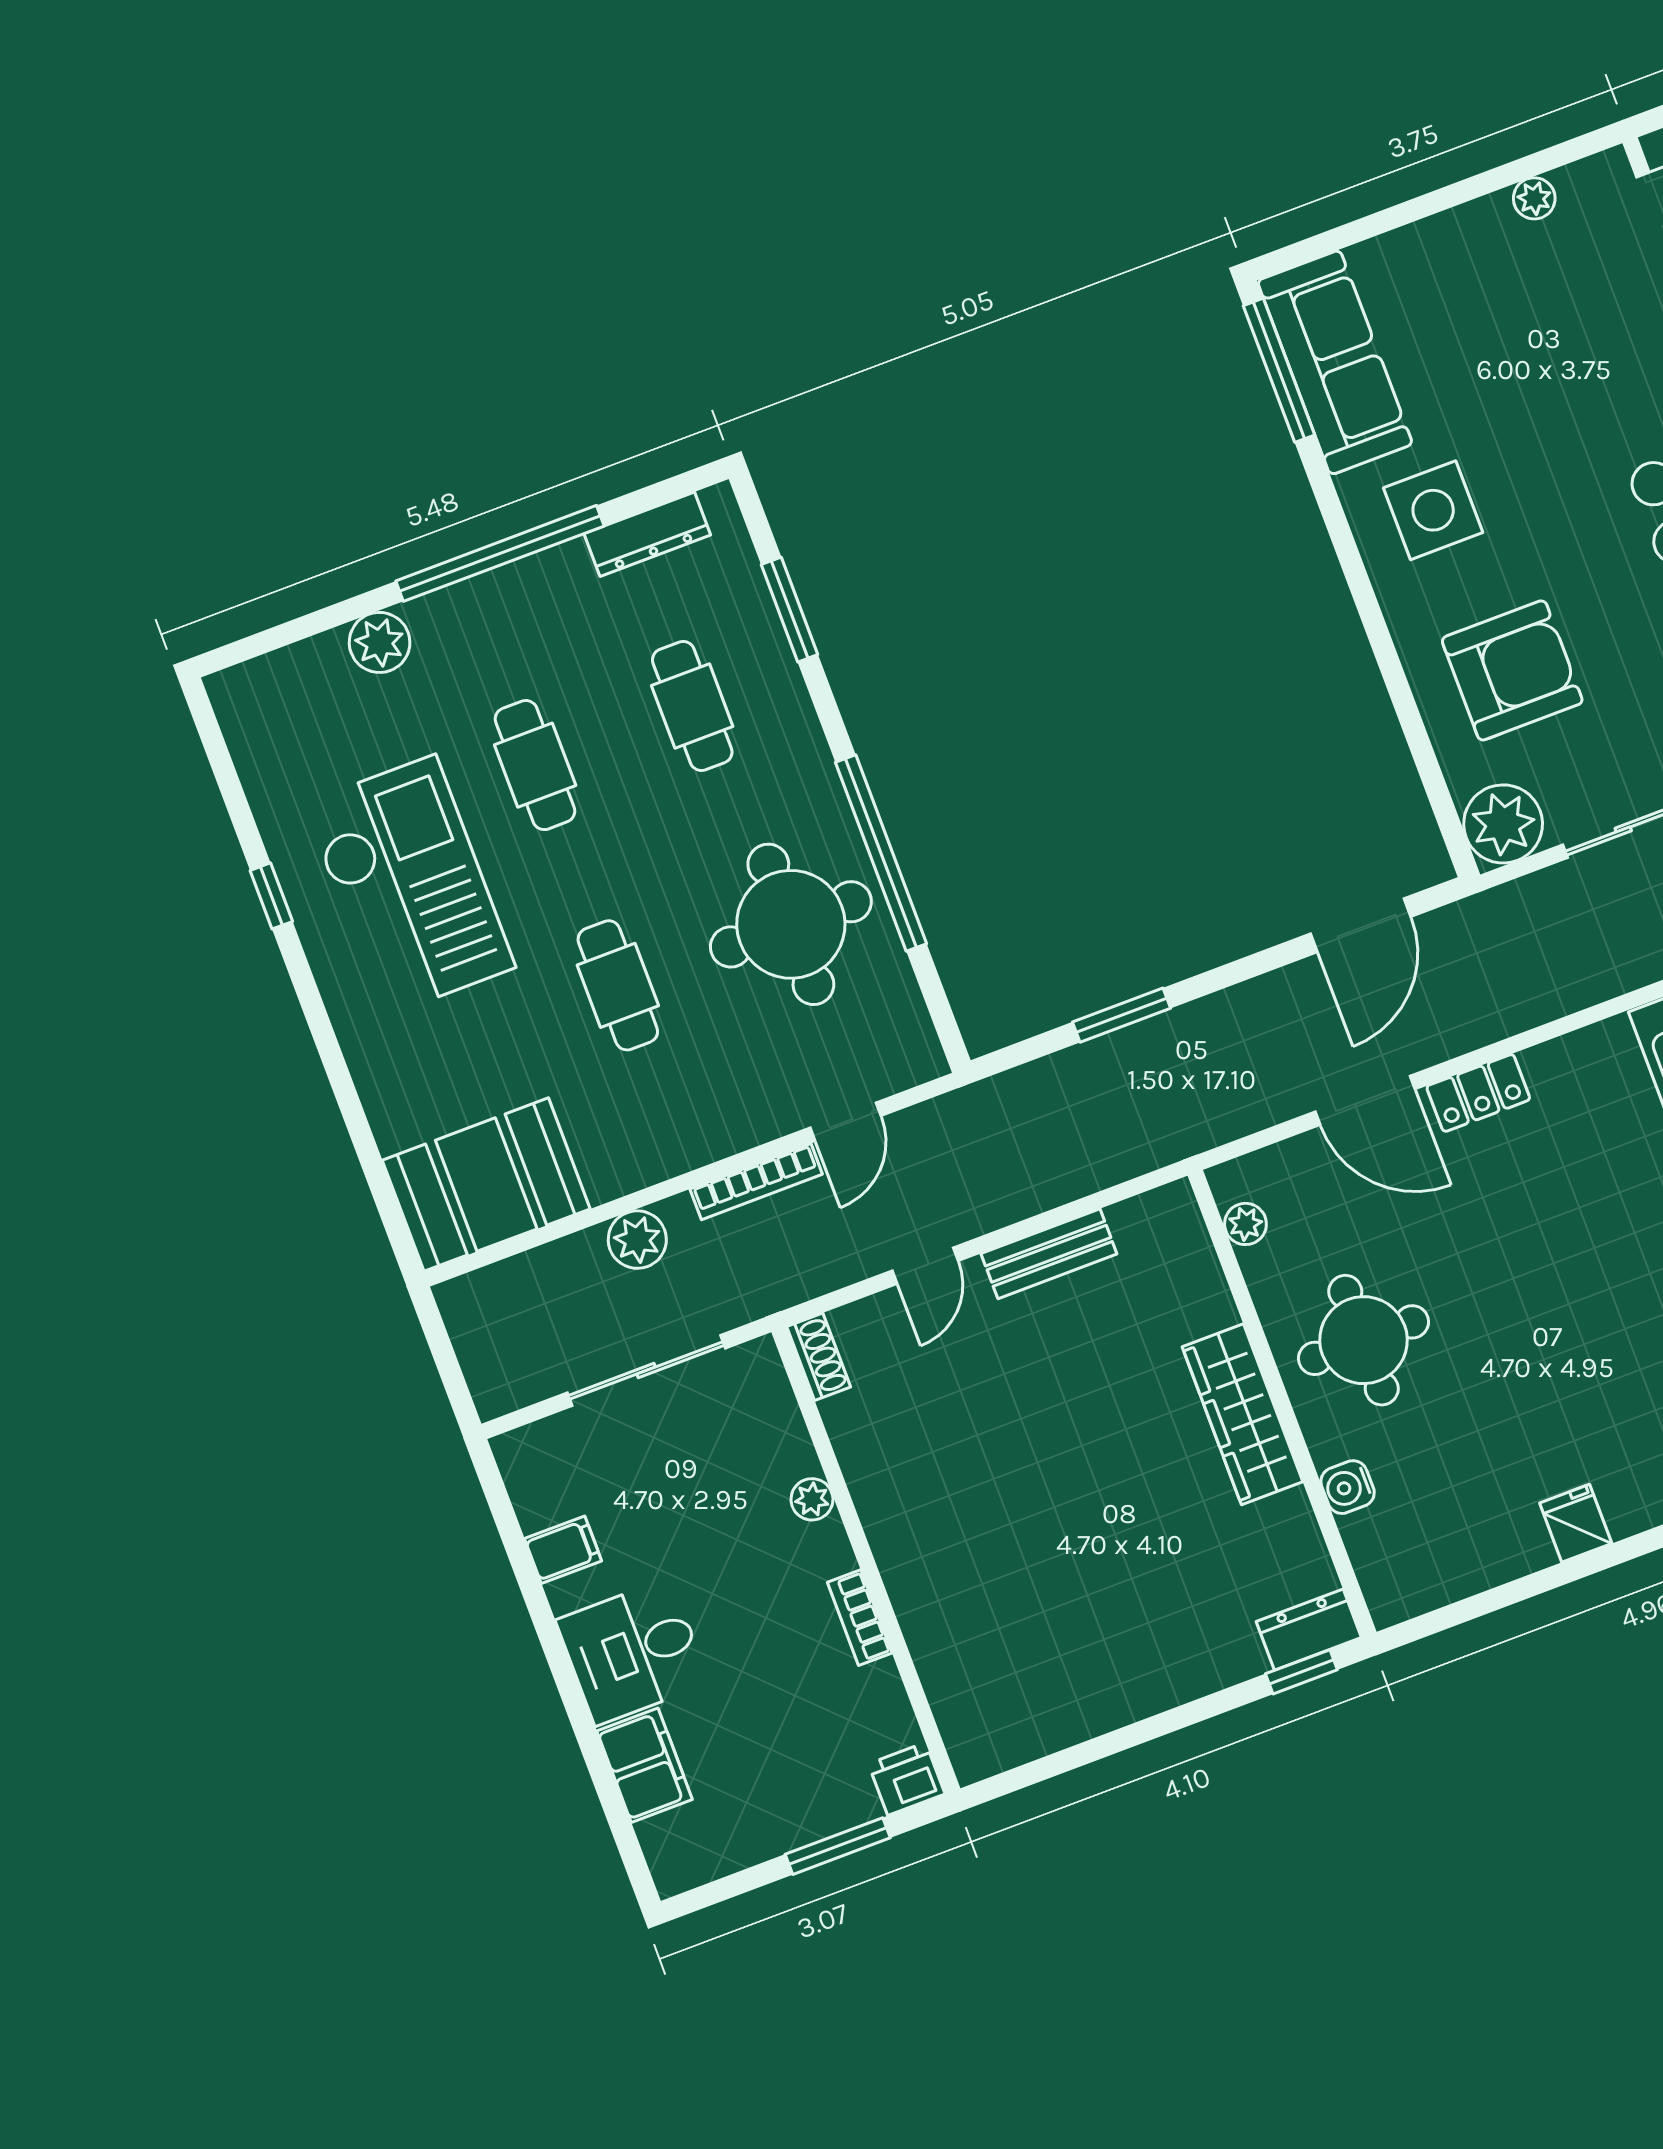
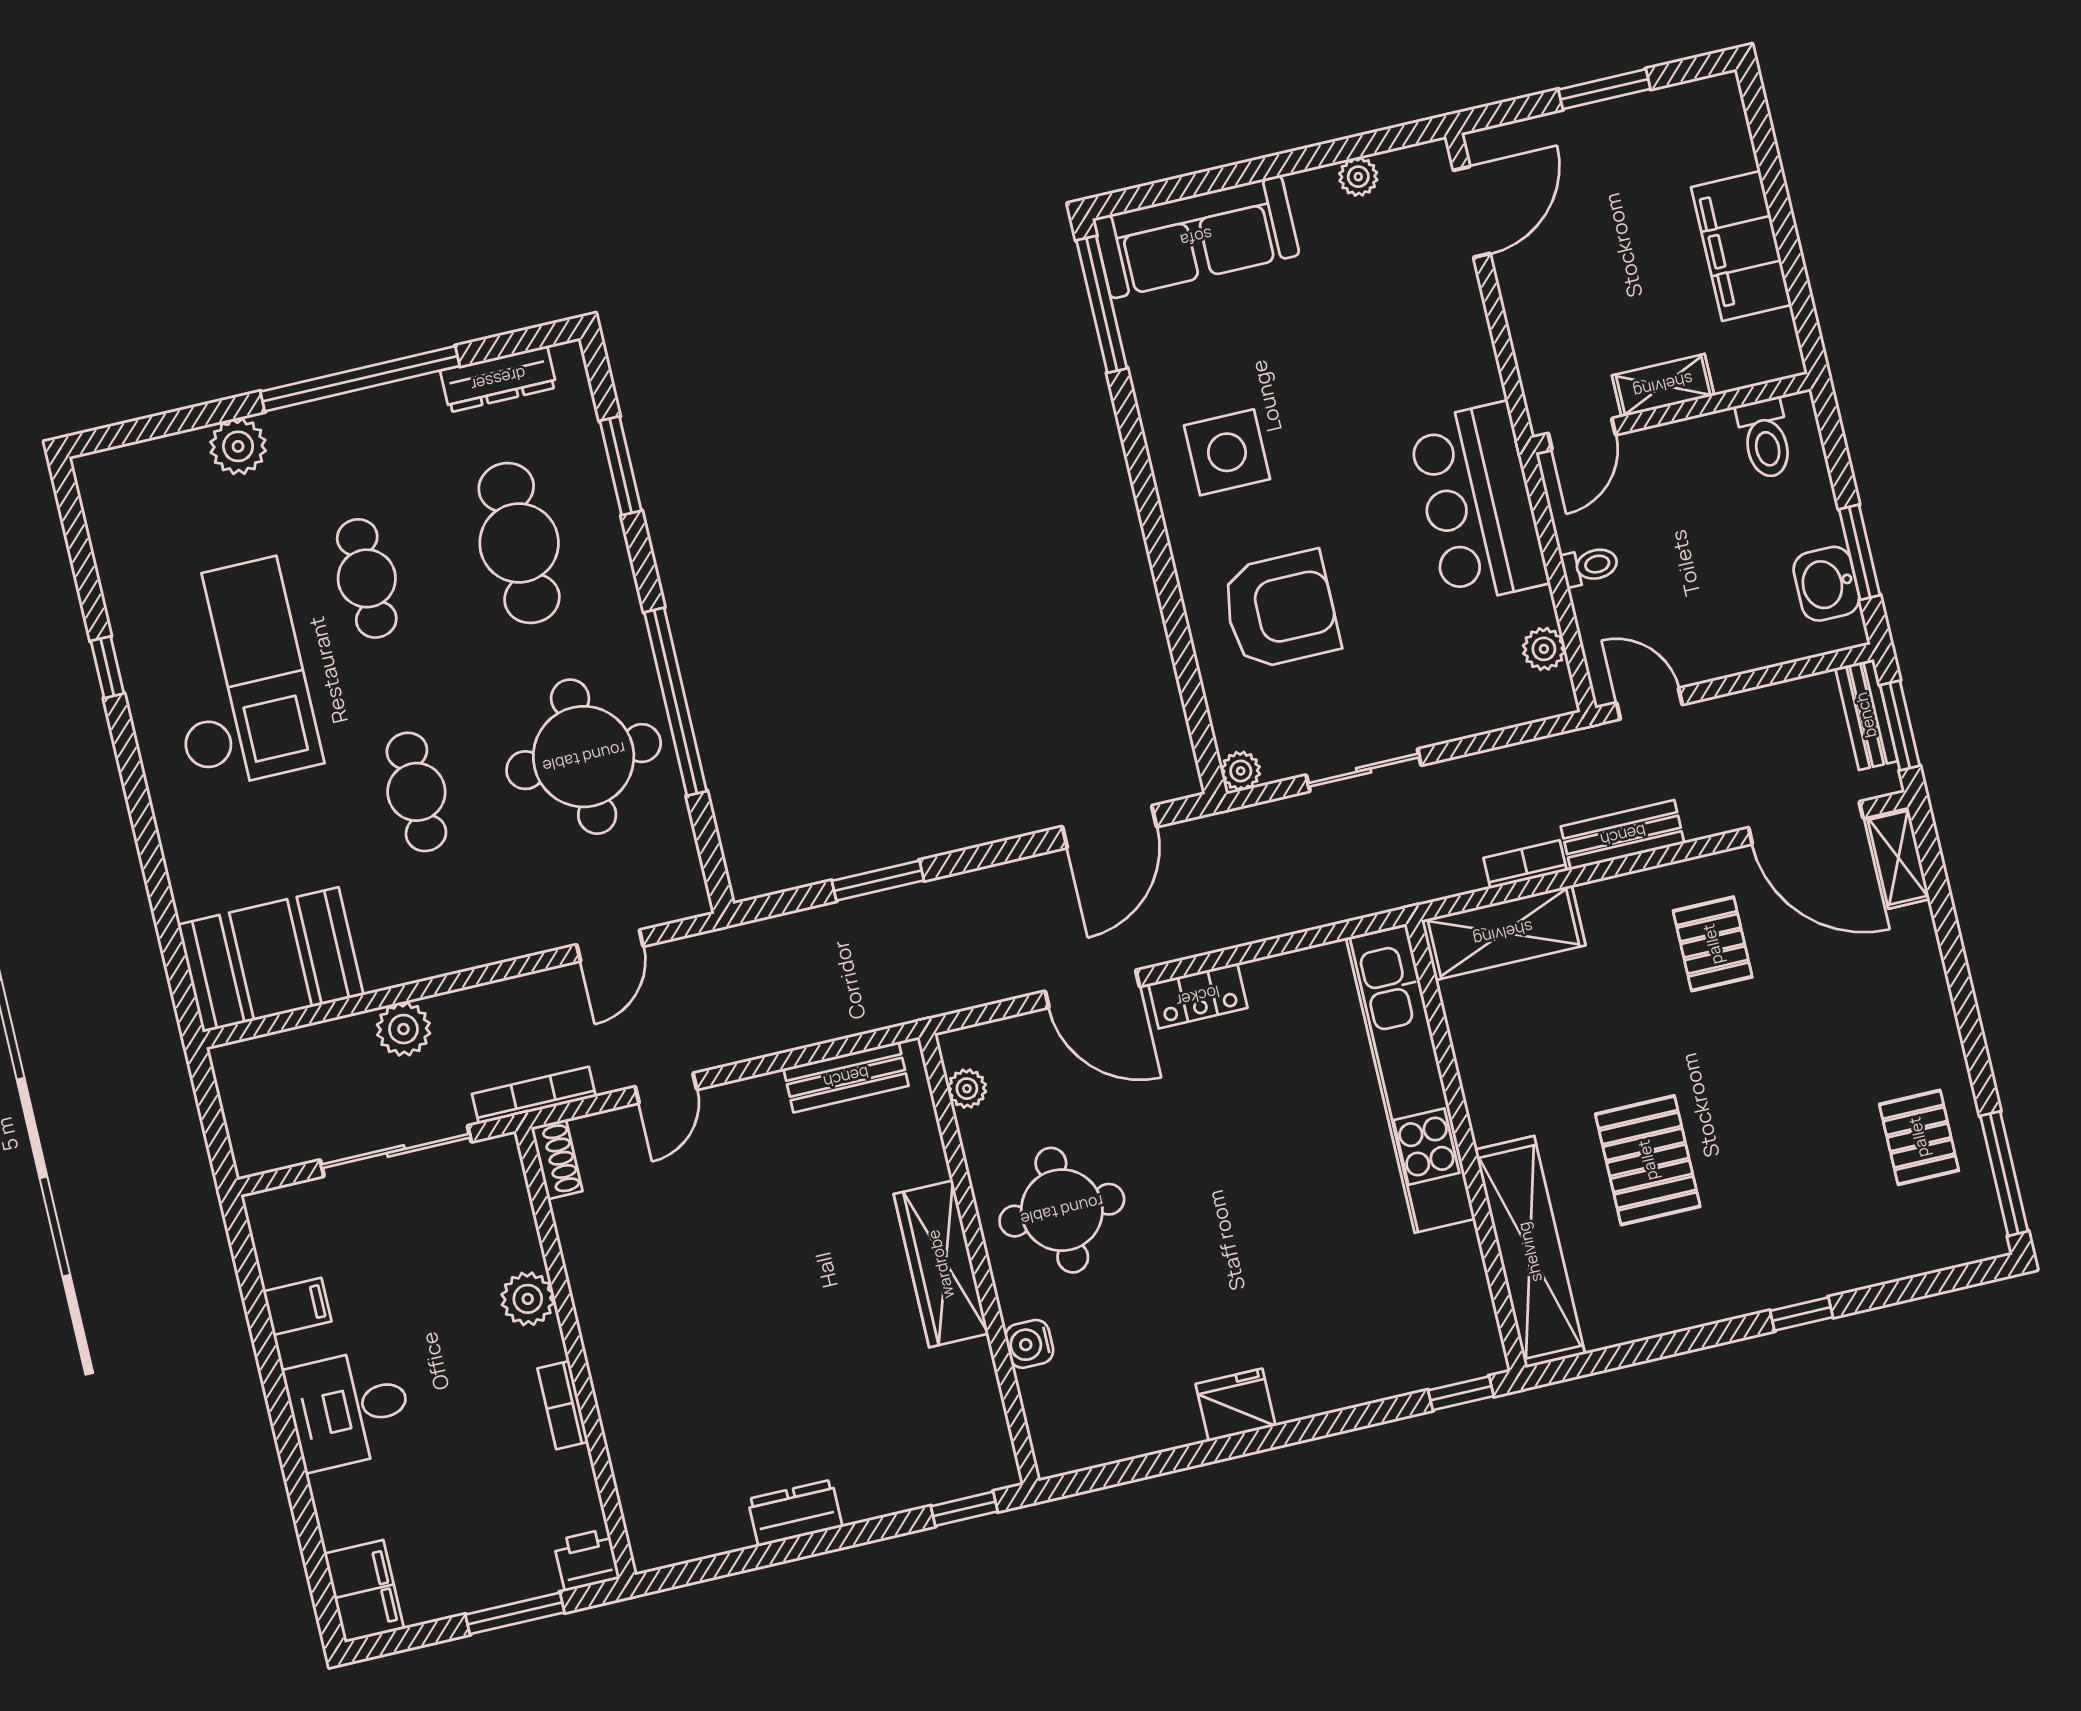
sofa: (1335, 362) -> (1196, 237), moved, turned 90
cafe table: (692, 706) -> (519, 543), width x1.37, depth x1.35
plant: (1503, 824) -> (1241, 771), width x0.53, depth x0.53
bookcase: (756, 1182) -> (534, 1095), moved, turned 180
bench: (1049, 1254) -> (846, 1077), moved
plant: (812, 1499) -> (528, 1299), width x1.38, depth x1.38
fridge: (1576, 1523) -> (1236, 1405), width x1.38
dresser: (1309, 1630) -> (795, 1513), moved
filing cabinet: (645, 1765) -> (364, 1591), moved

